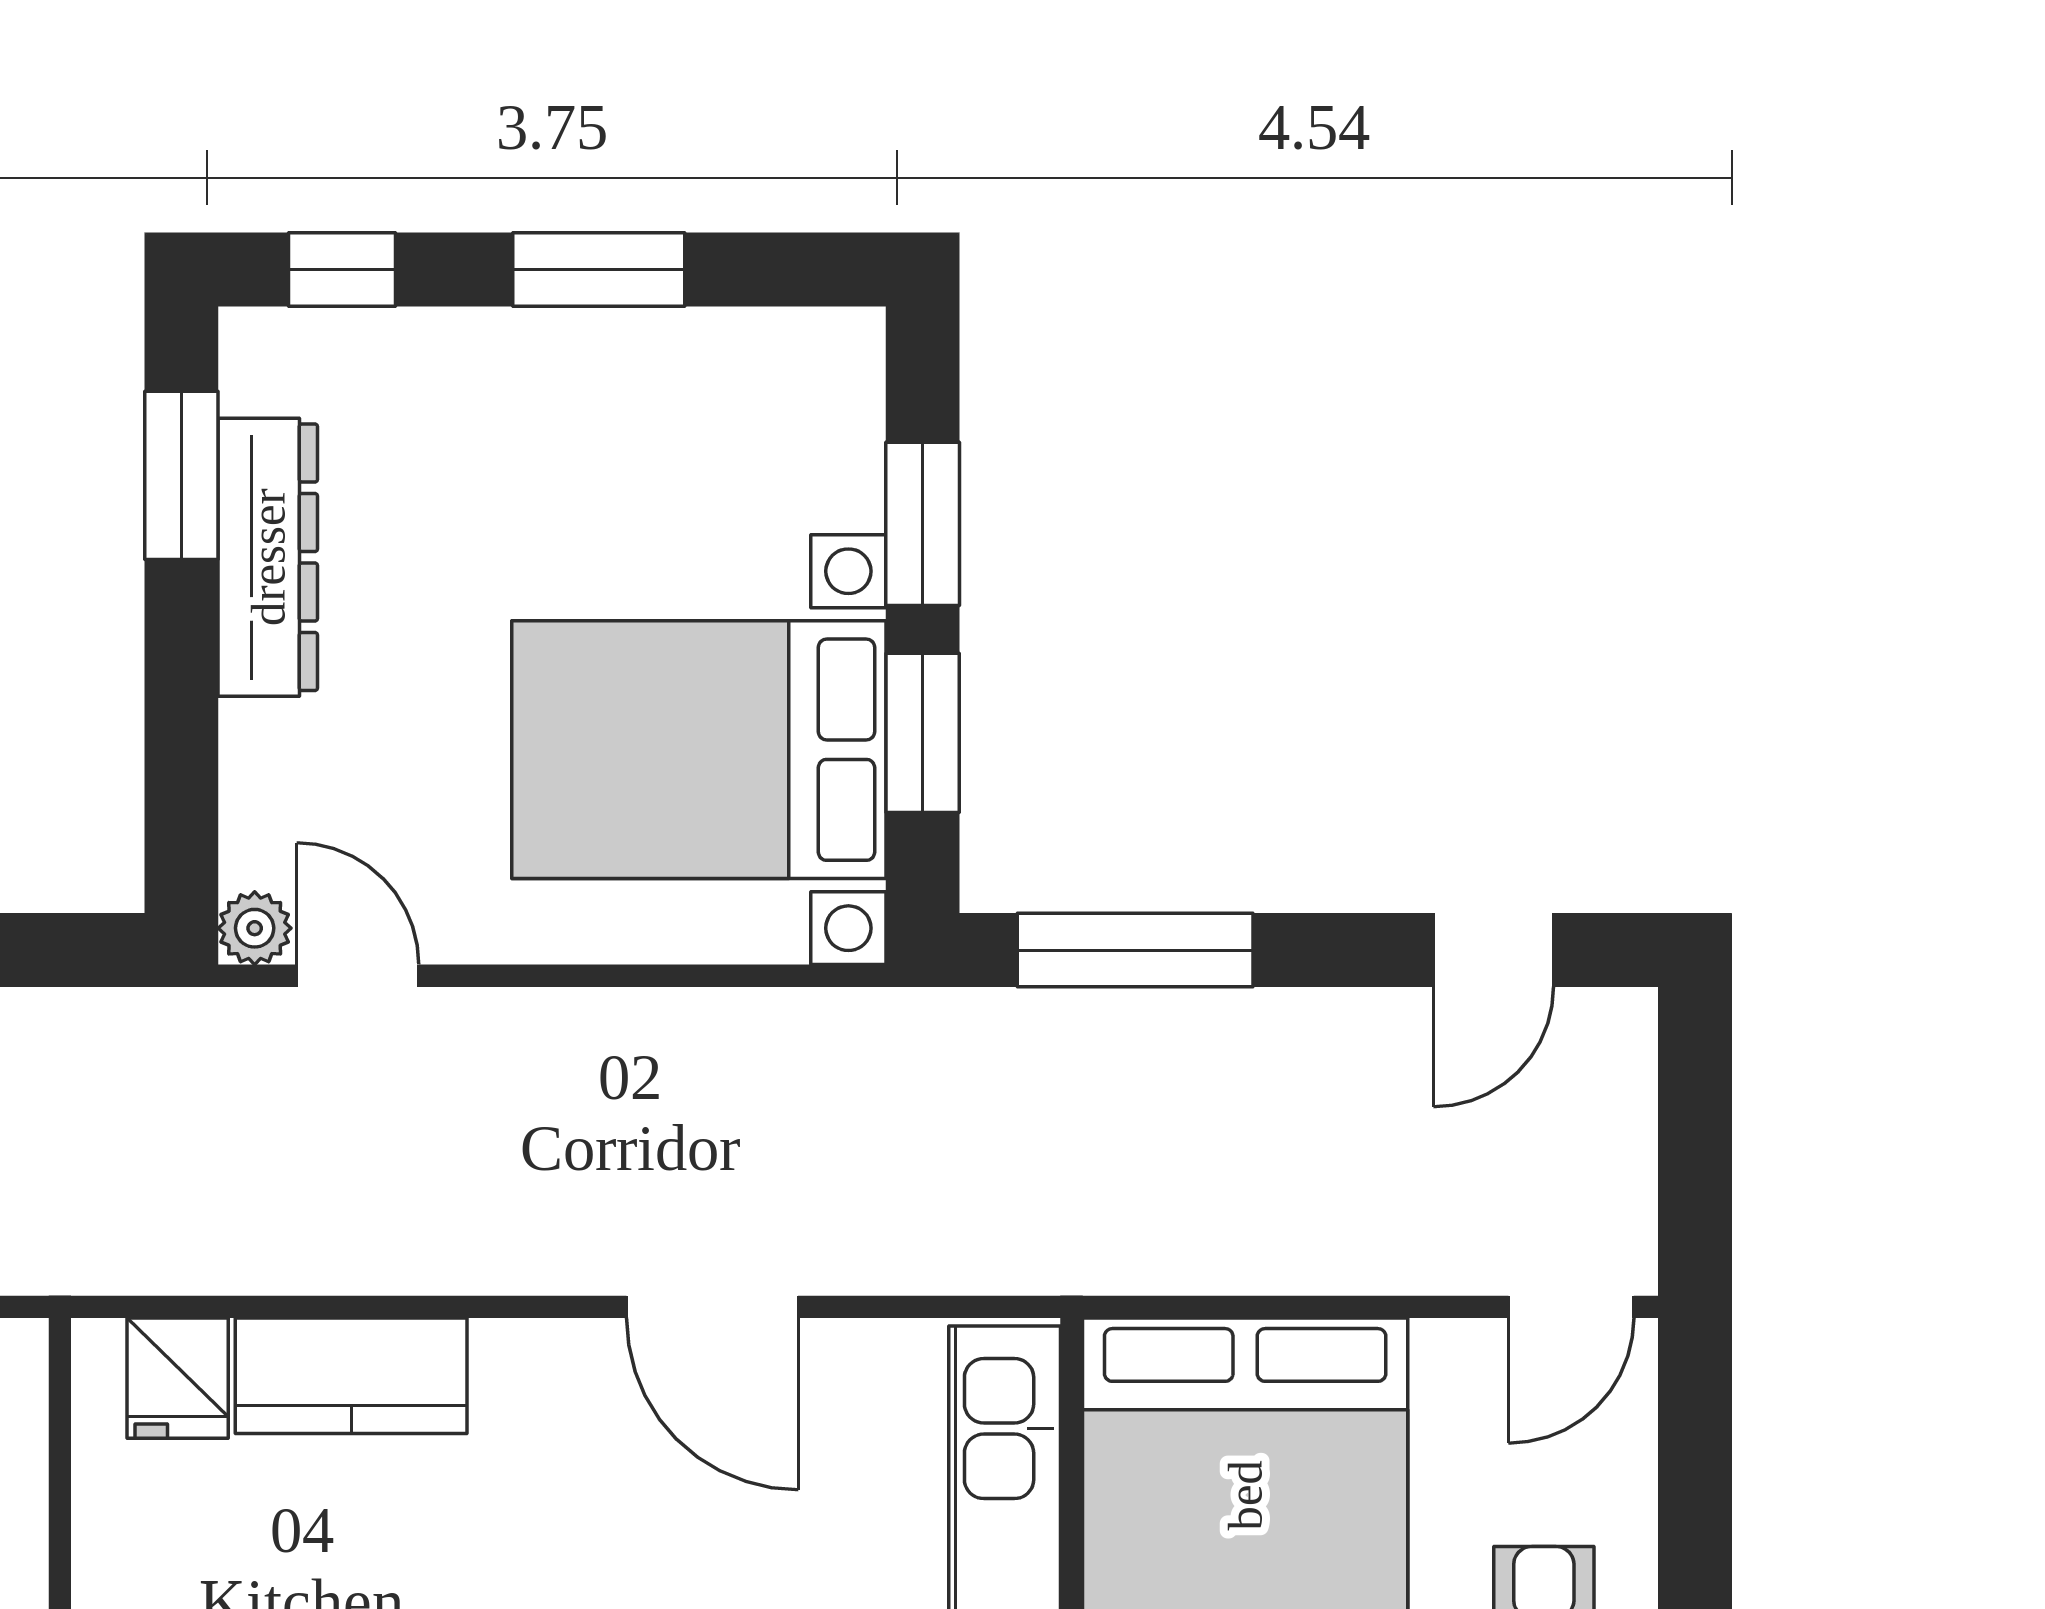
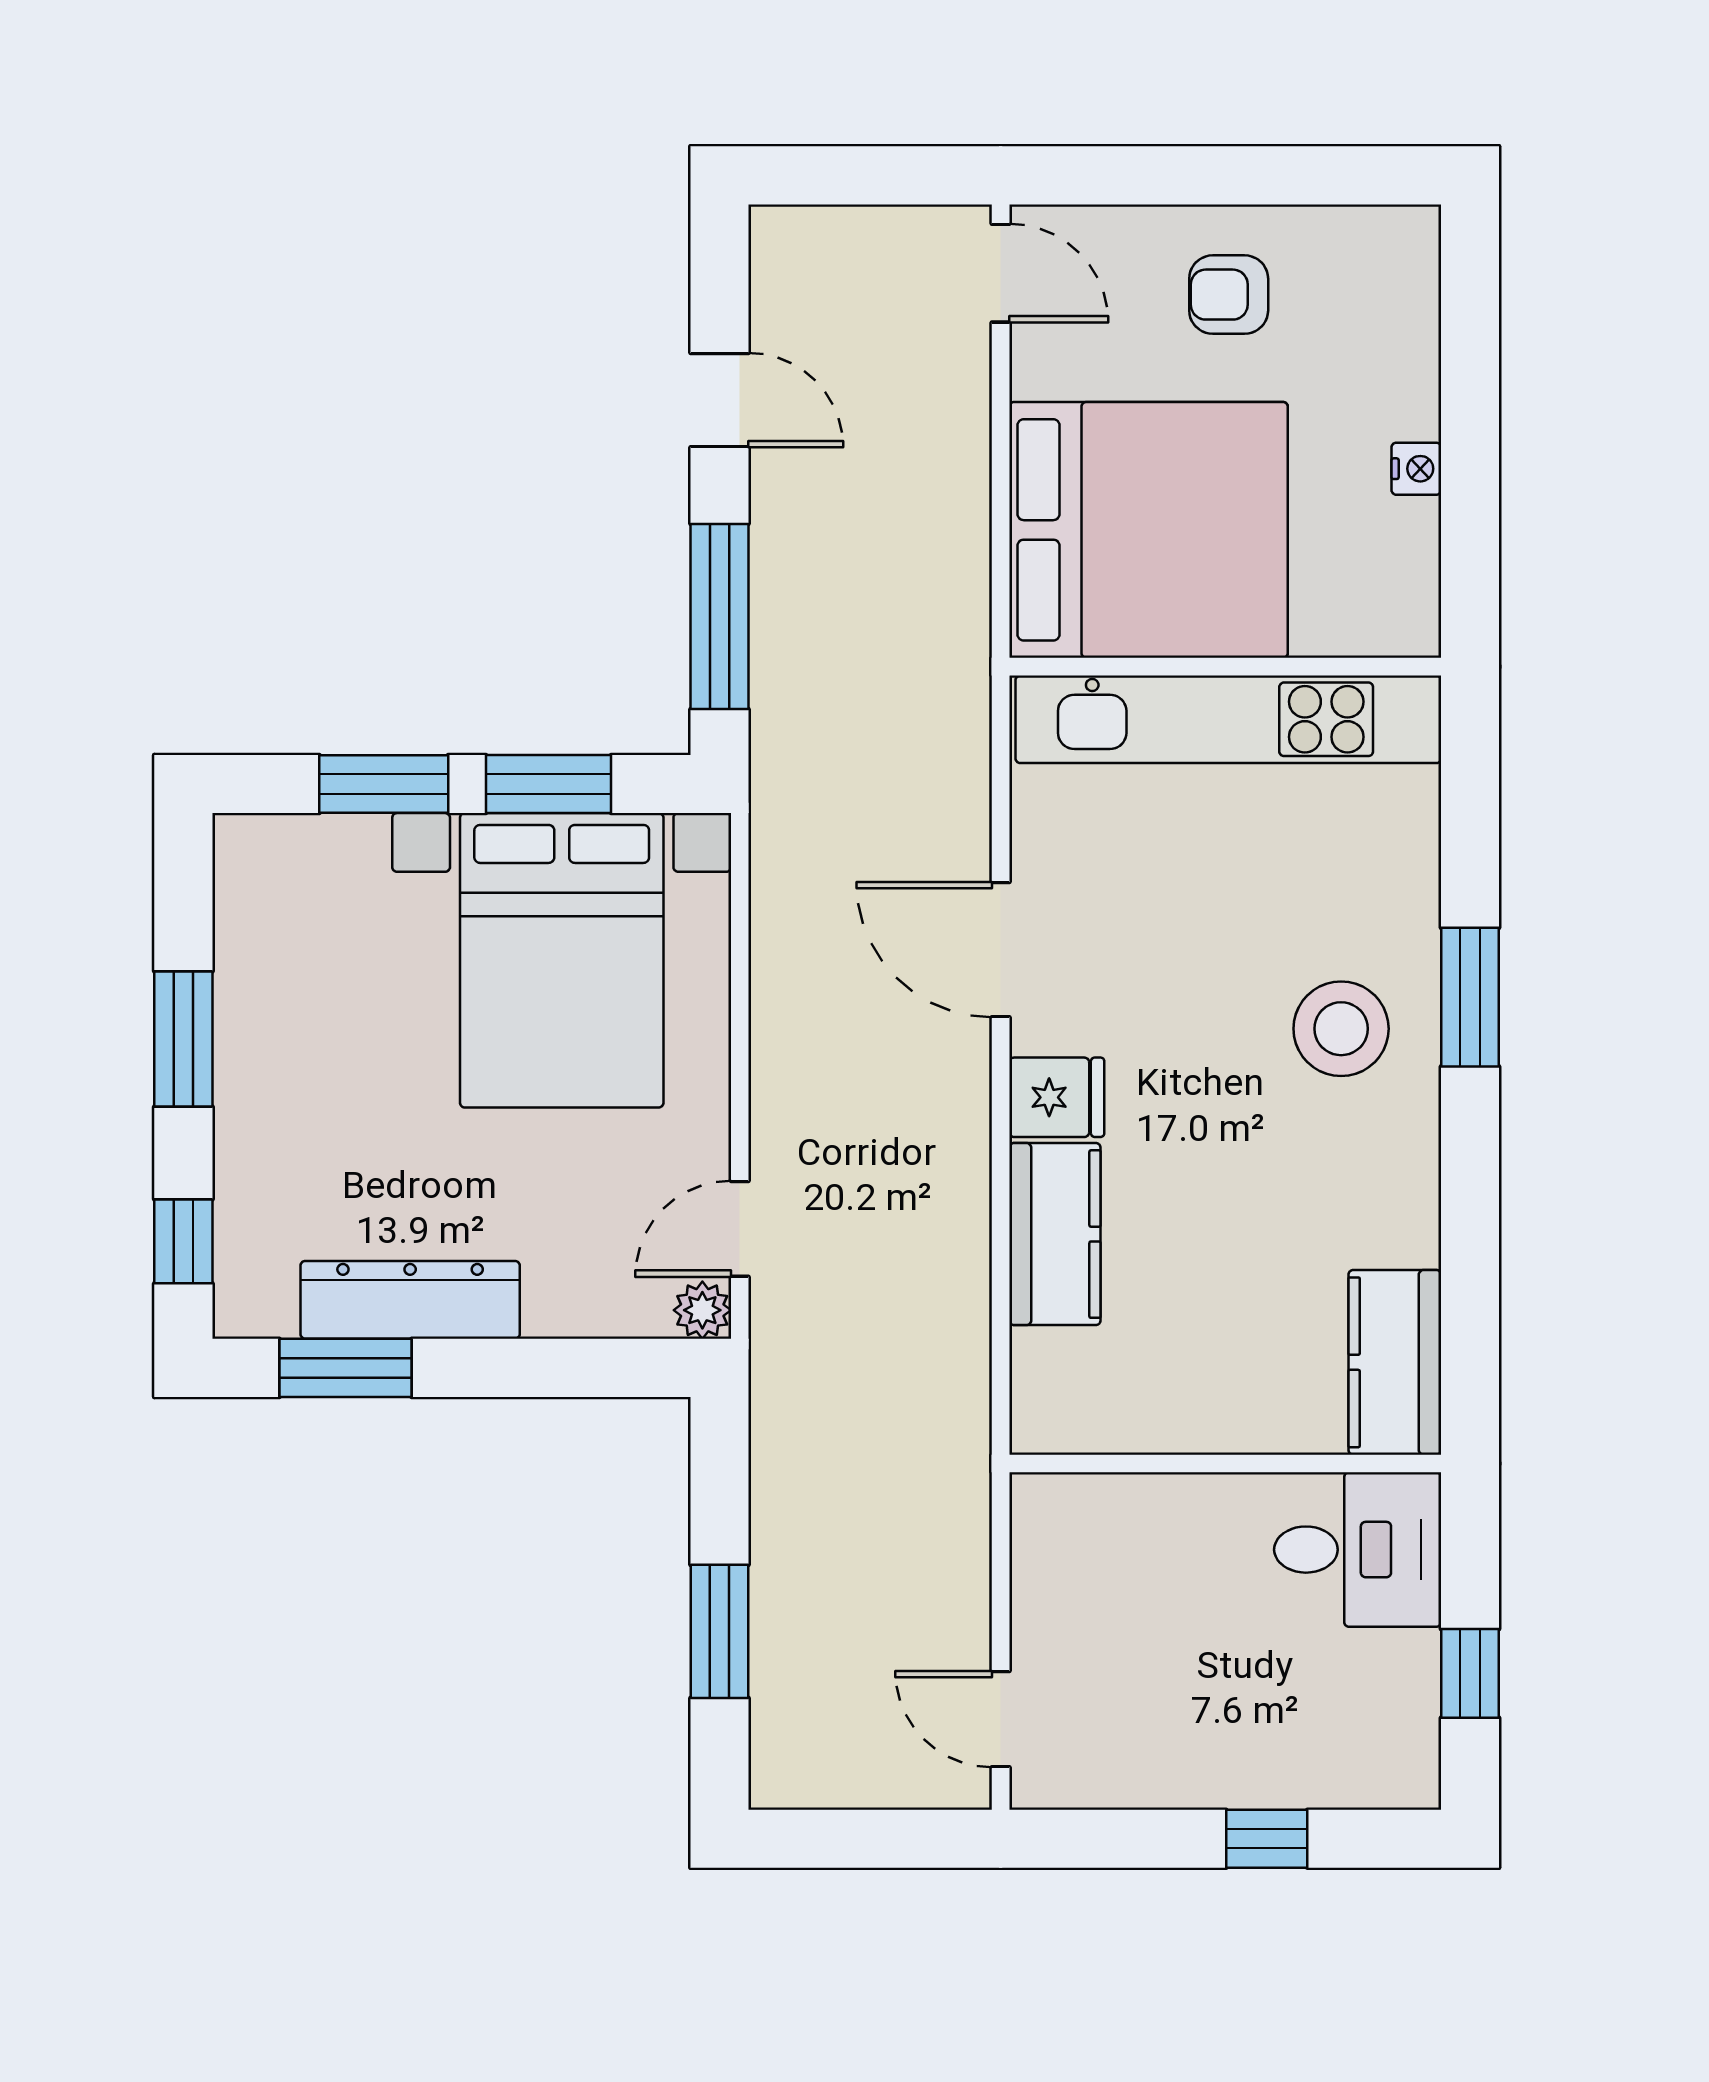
door: (1493, 950) -> (720, 400), moved
door: (712, 1307) -> (1001, 950), swing flipped
fridge: (178, 1378) -> (1057, 1097), moved

